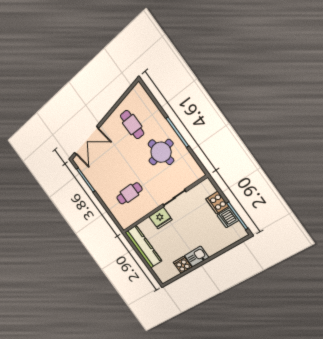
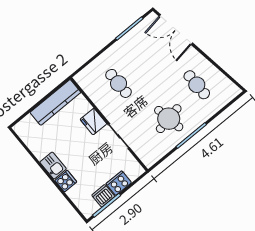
cafe table: (132, 125) -> (197, 85), turned 90
cooker: (183, 265) -> (66, 181), moved

